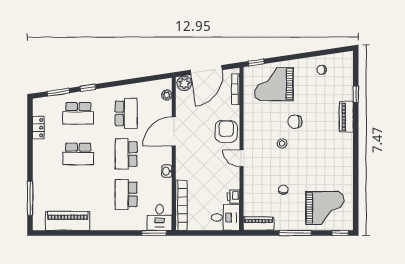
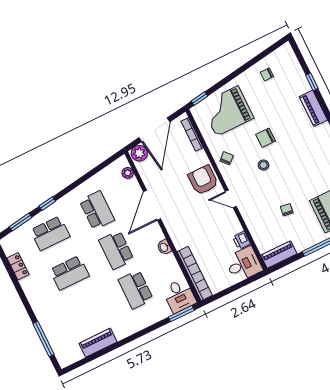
chair: (254, 123) -> (227, 158), added
piano: (68, 221) -> (98, 343), width x0.73, depth x0.75

